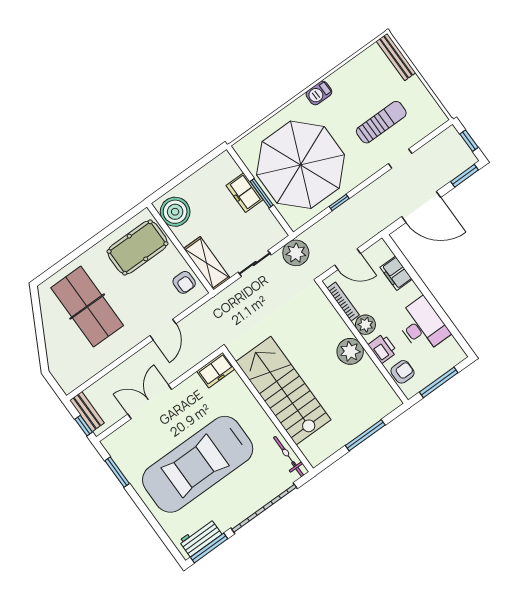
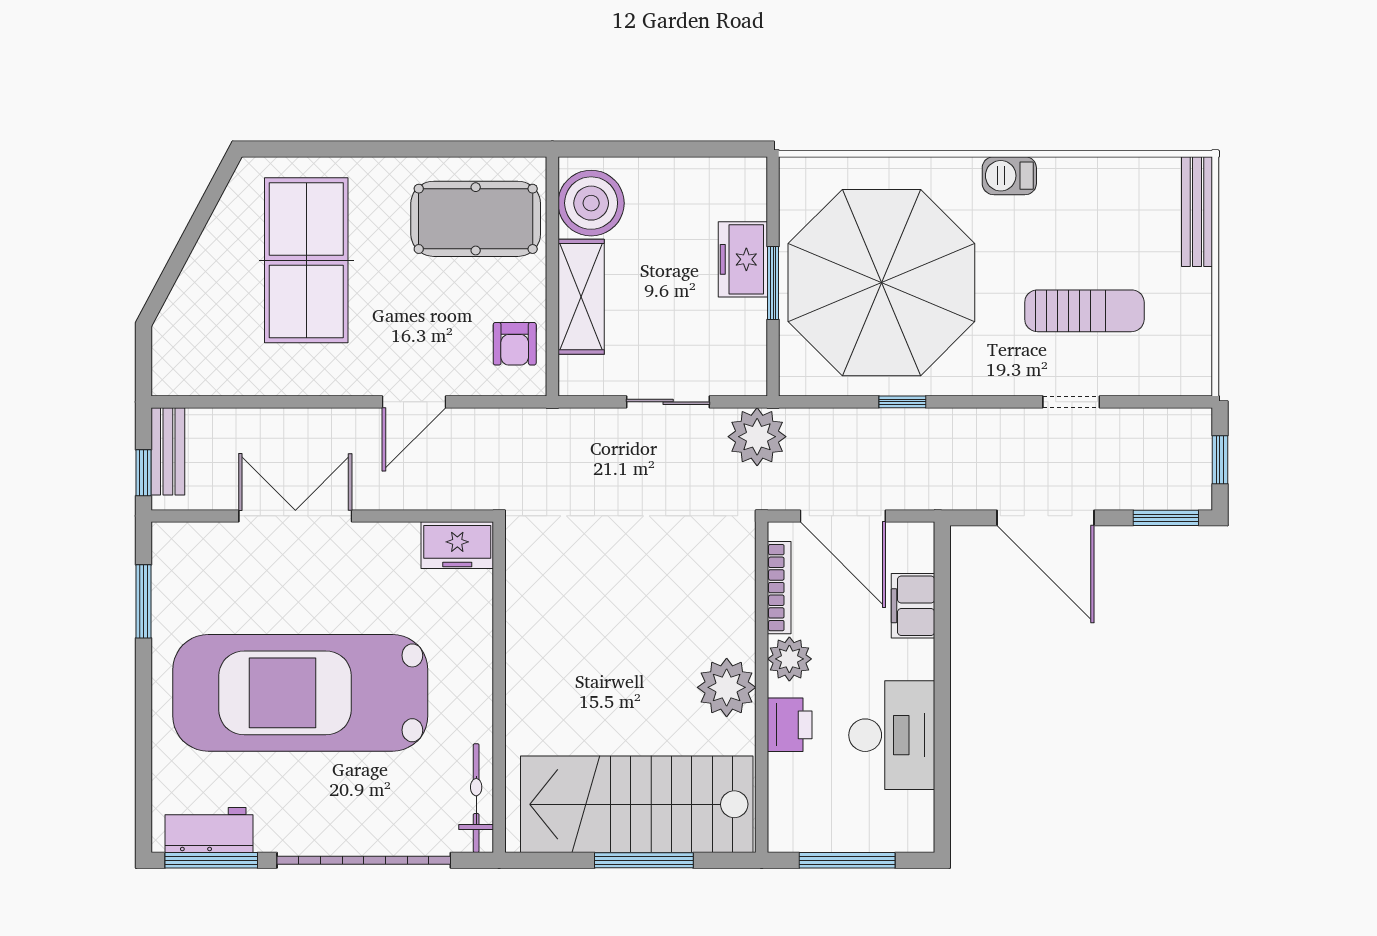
door: (347, 259) -> (843, 516), width x1.36
shelving: (207, 263) -> (581, 297), moved
armchair: (402, 372) -> (795, 794), removed
stairs: (283, 391) -> (637, 804), moved, turned -90

